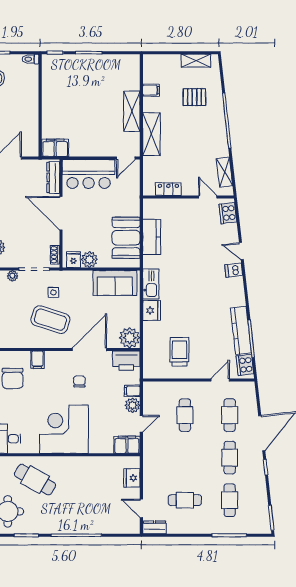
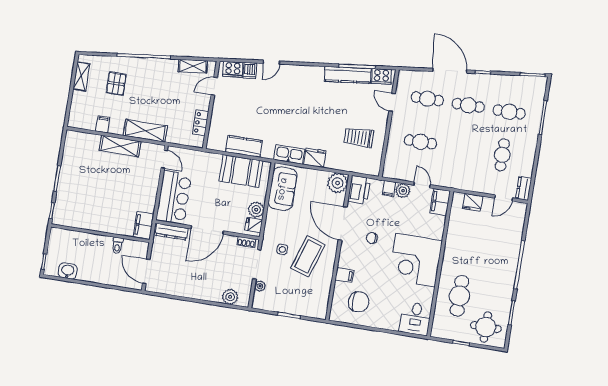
toilet: (30, 59) -> (117, 245), moved
dishwasher: (234, 270) -> (250, 71), moved
cafe table: (35, 480) -> (459, 296), turned -30

